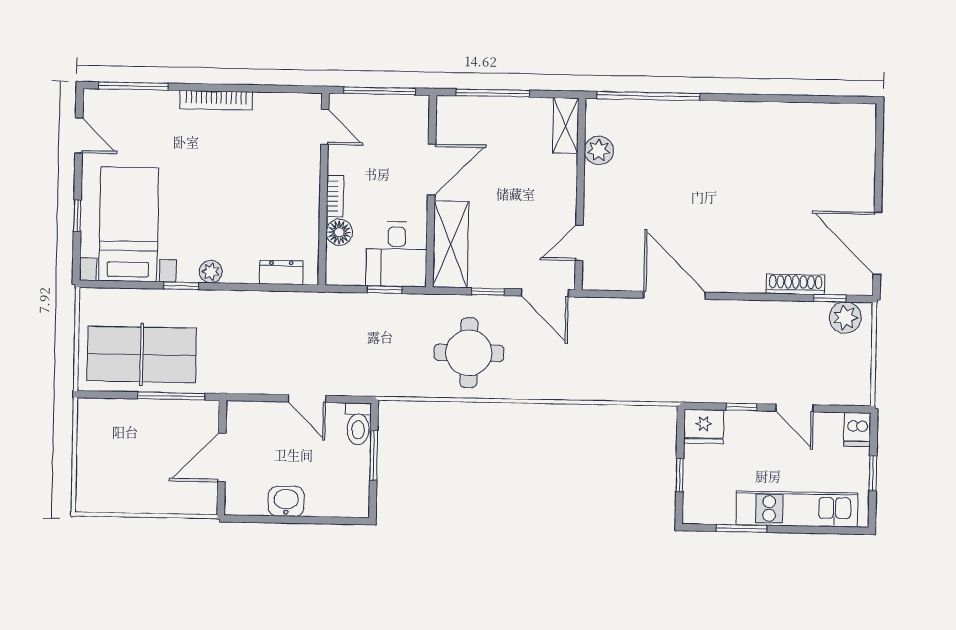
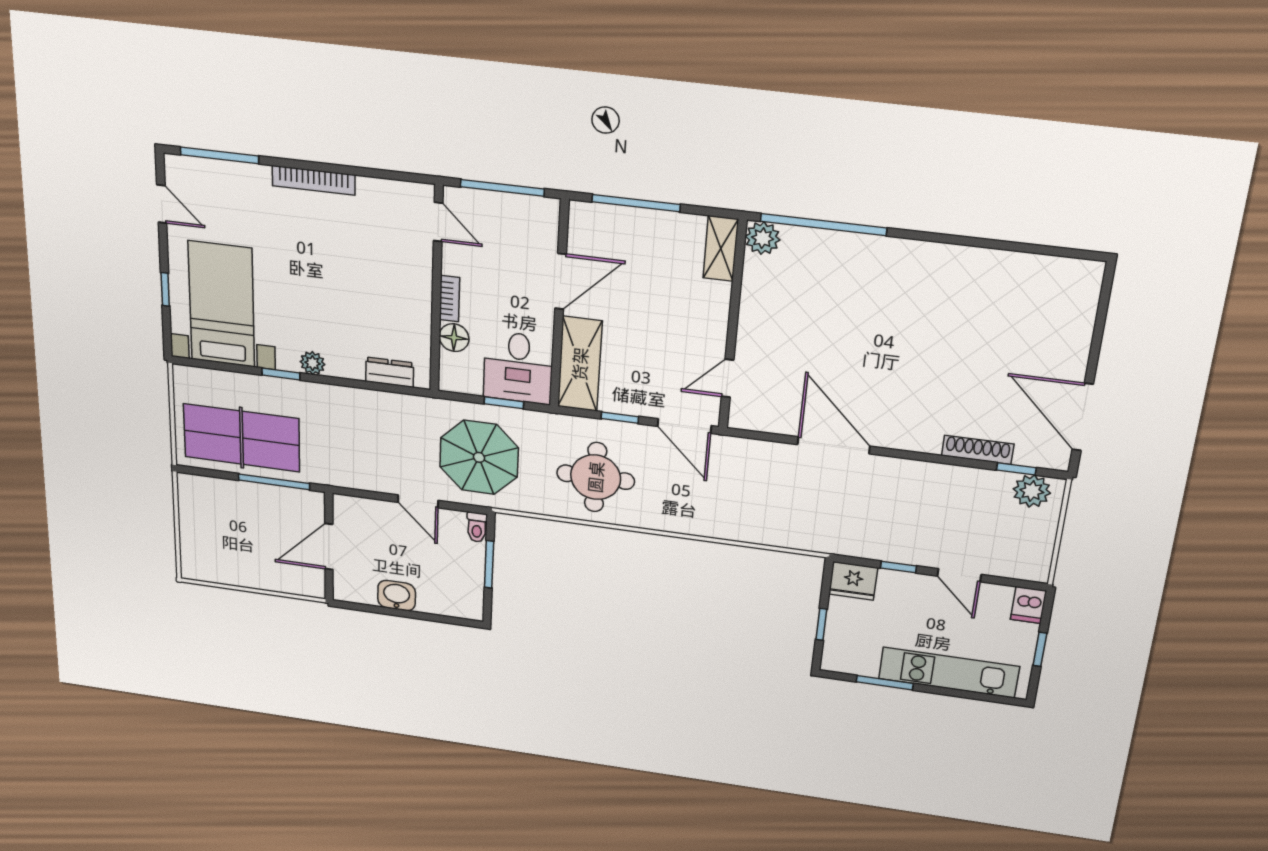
plant: (599, 150) -> (763, 238), moved
parasol: (363, 346) -> (479, 457), added
toilet: (358, 424) -> (477, 527), width x0.73, depth x0.72

